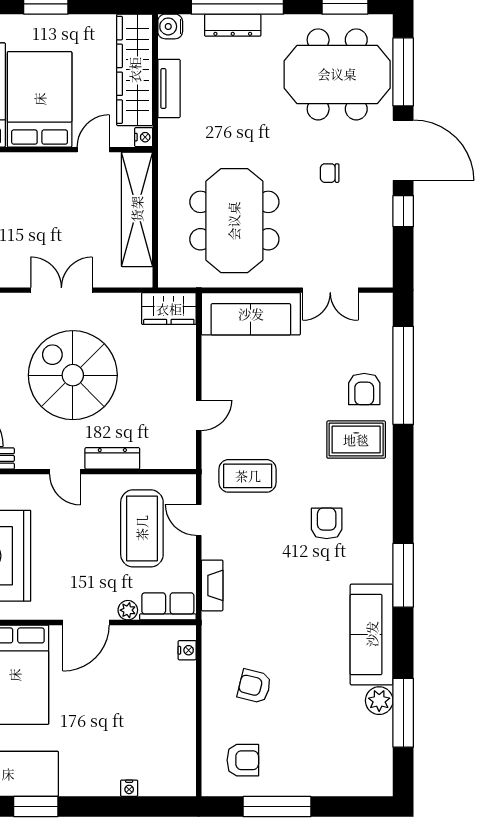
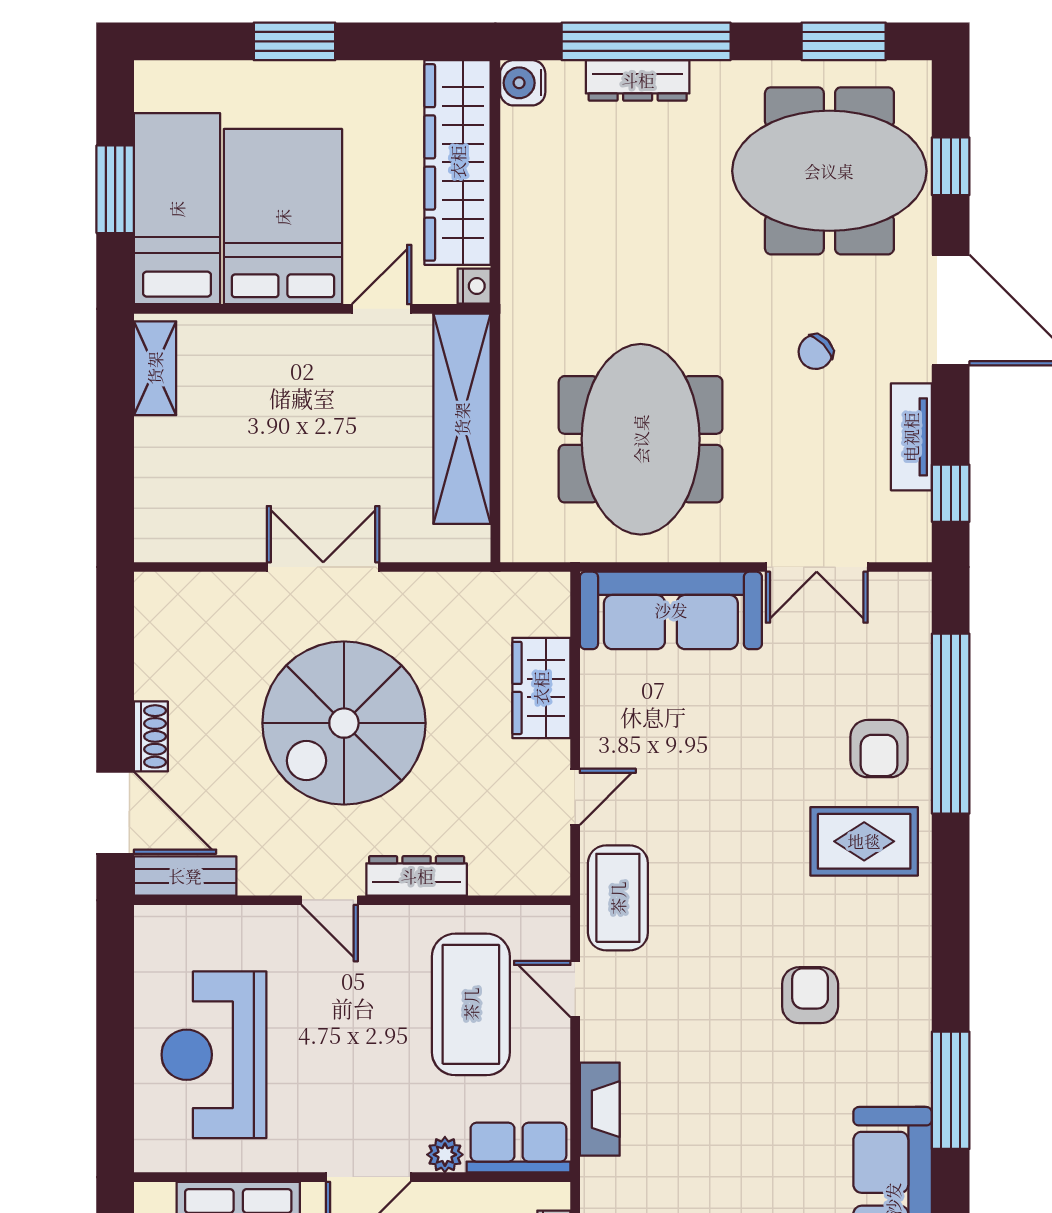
window: (403, 72) -> (951, 166), width x0.46
tv unit: (169, 89) -> (911, 437), moved, turned 180
chair: (330, 173) -> (816, 352), turned -44
window: (403, 211) -> (951, 493), moved
wardrobe: (169, 309) -> (541, 688), moved, turned 90
spiral stairs: (73, 375) -> (344, 723), turned -90
coffee table: (248, 476) -> (618, 898), moved, turned 90

